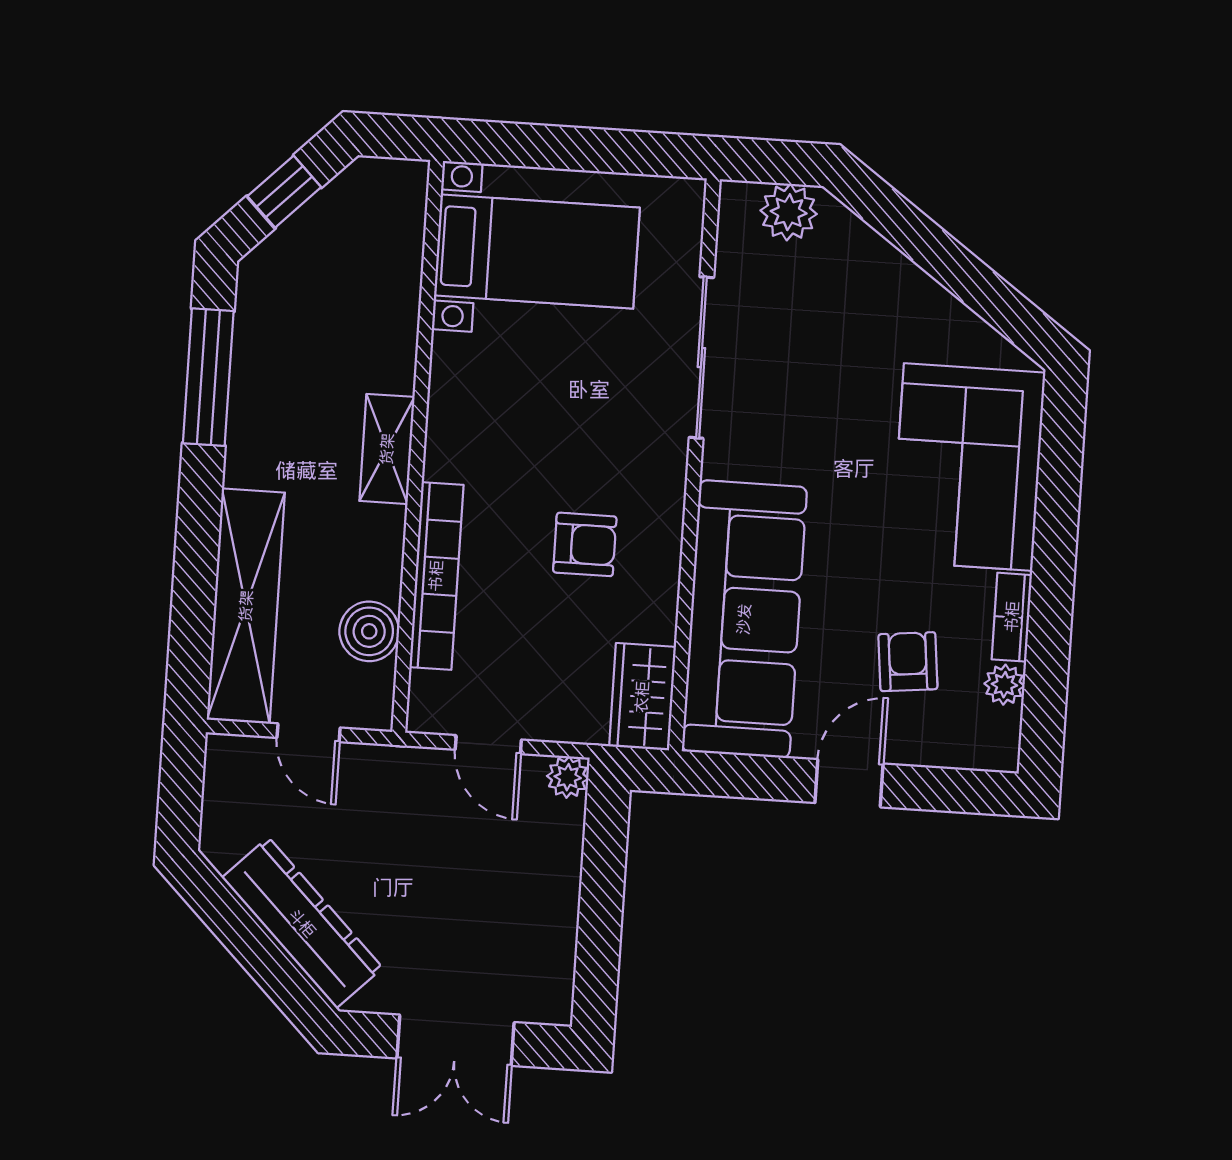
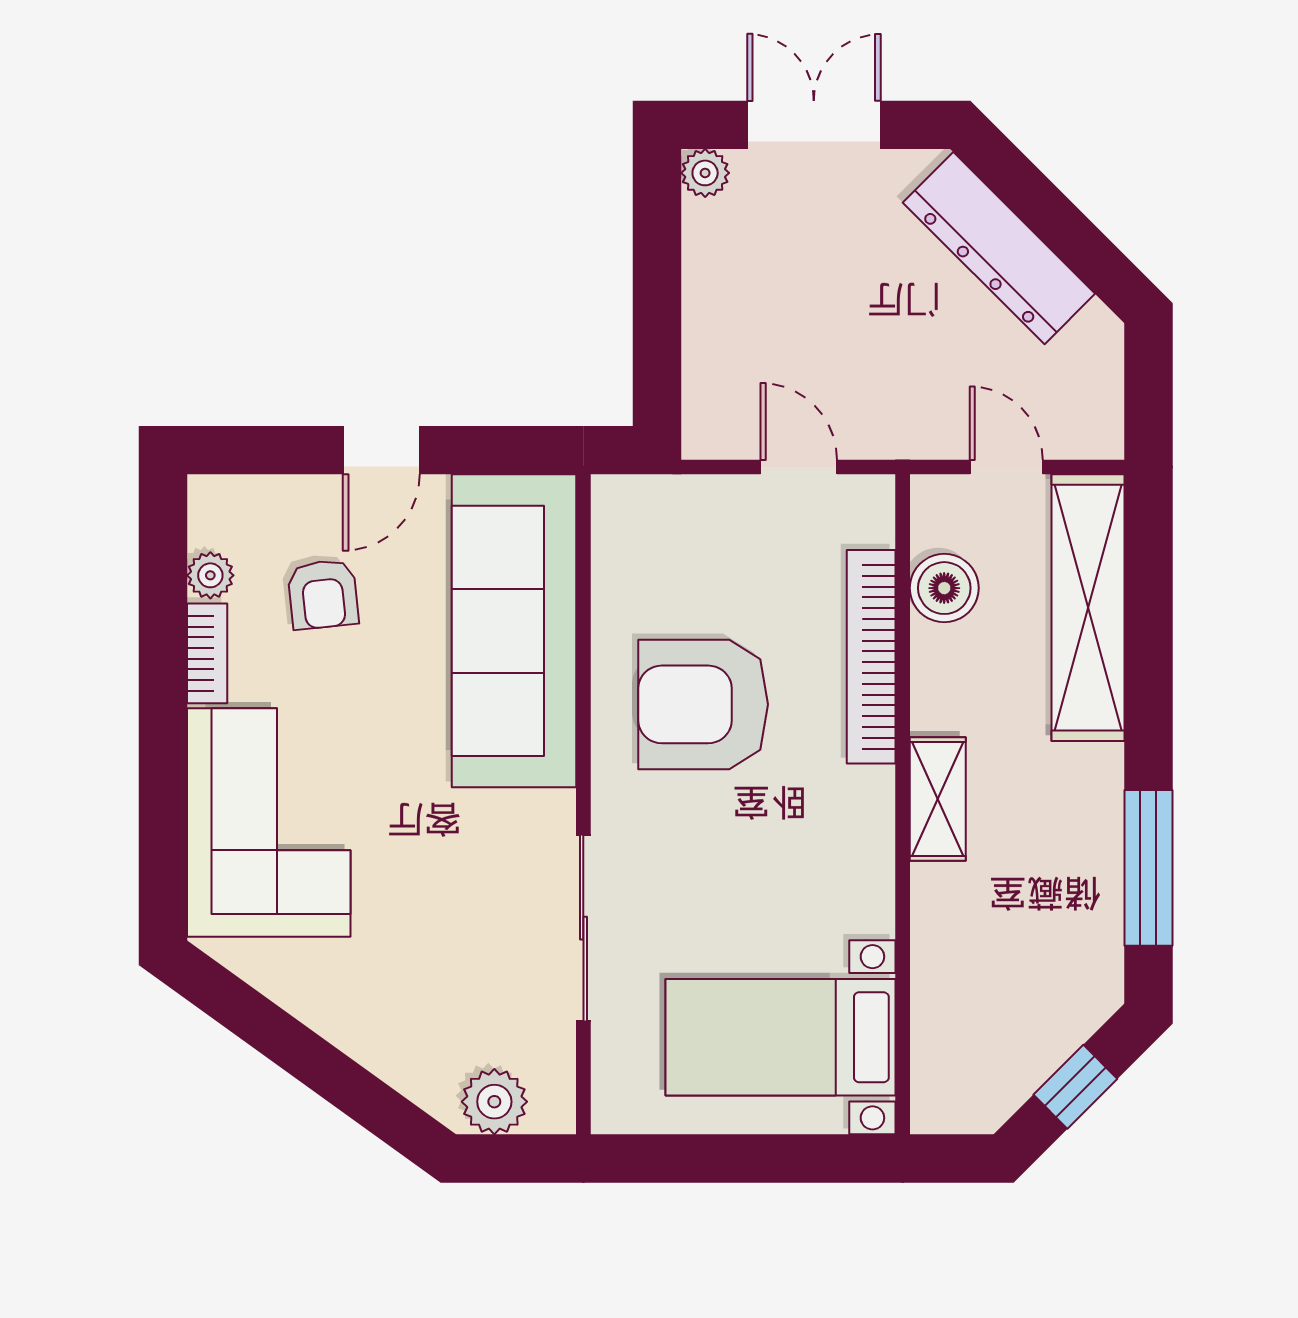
armchair: (585, 544) -> (703, 704), width x1.88, depth x1.88
wardrobe: (642, 697) -> (625, 534), removed
plant: (568, 777) -> (705, 173), moved

